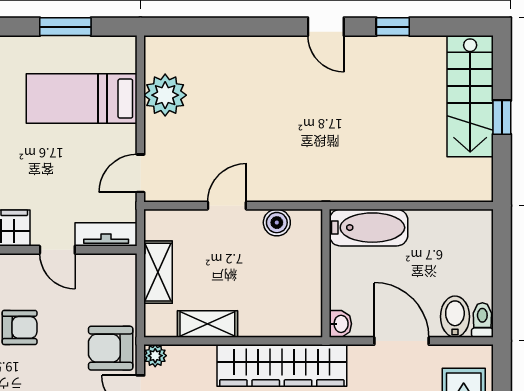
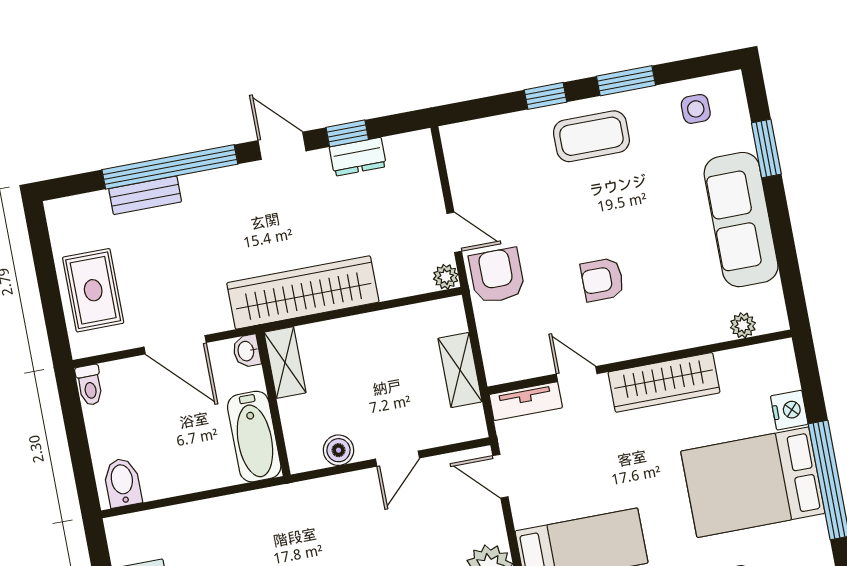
door: (140, 173) -> (500, 476), swing flipped
bathtub: (369, 228) -> (254, 437), moved, turned -90
bidet: (455, 317) -> (122, 483), moved, turned 180
shelving: (207, 324) -> (285, 362), moved, turned 90
armchair: (111, 348) -> (497, 276), turned -90

